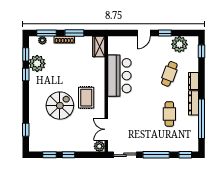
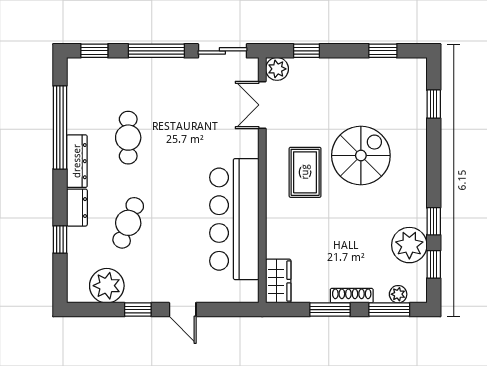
door: (144, 33) -> (183, 310), swing flipped
window: (201, 51) -> (60, 240), moved
bar counter: (119, 76) -> (234, 219), width x1.36
spiral stairs: (60, 106) -> (361, 156), turned 180
double door: (106, 129) -> (262, 105), swing flipped
window: (69, 155) -> (307, 51), moved

